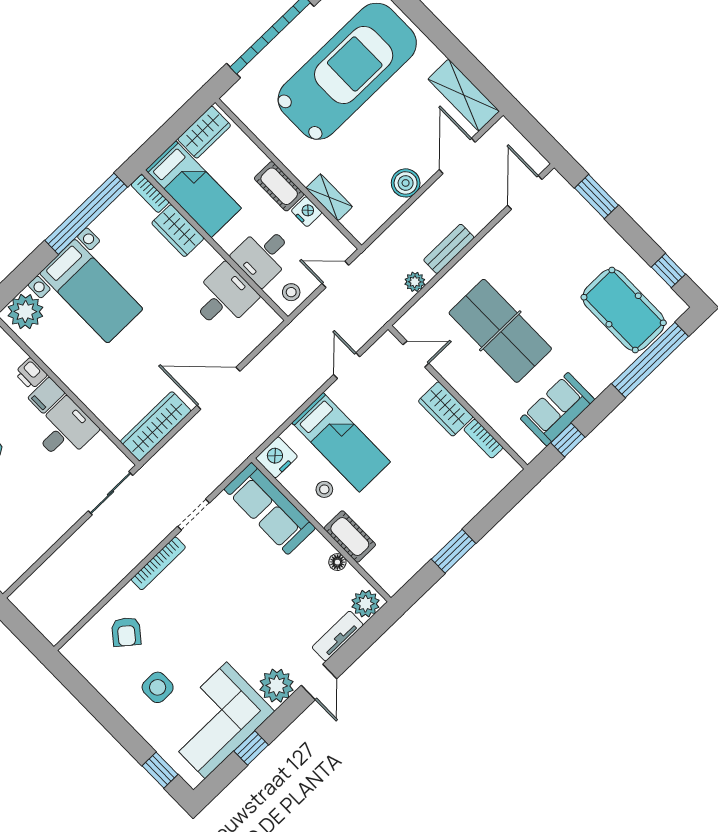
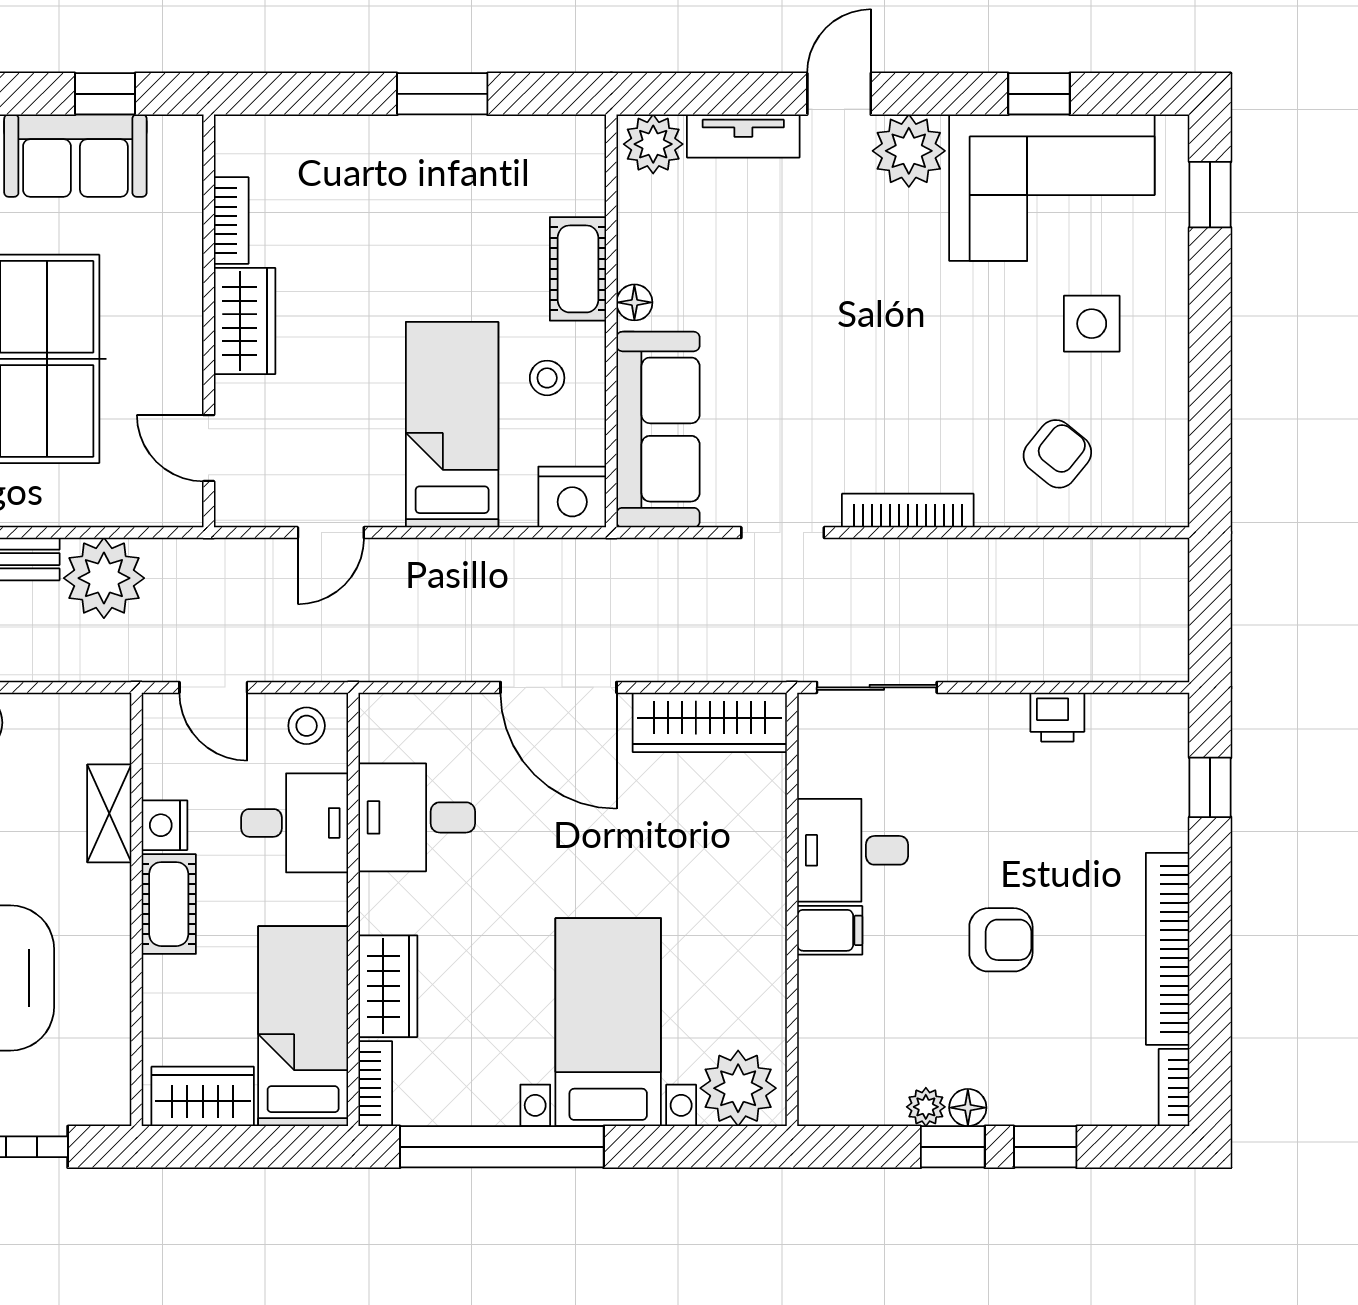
plant: (415, 282) -> (104, 578), width x1.87, depth x1.87
printer: (31, 374) -> (1057, 717), moved, turned 90
floor lamp: (337, 562) -> (634, 302), moved

